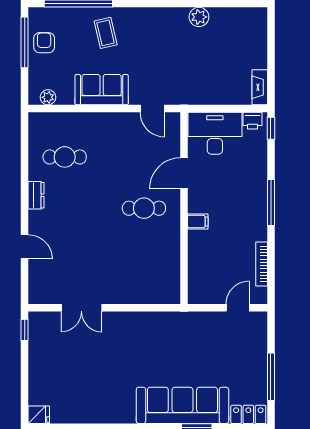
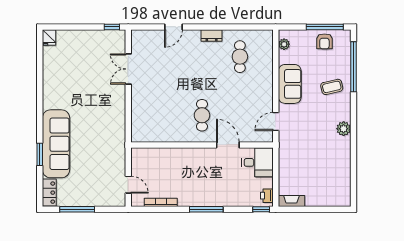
plant: (199, 17) -> (344, 129), moved
armchair: (44, 43) -> (324, 41), turned 90
desk: (215, 133) -> (257, 162), width x0.73
filing cabinet: (198, 222) -> (192, 155), removed

